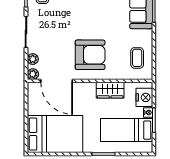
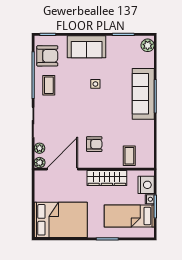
armchair: (90, 55) -> (94, 144), width x0.53, depth x0.53
coffee table: (137, 58) -> (129, 156), moved
door: (57, 81) -> (62, 169), swing flipped
wardrobe: (110, 90) -> (107, 178), width x1.50

